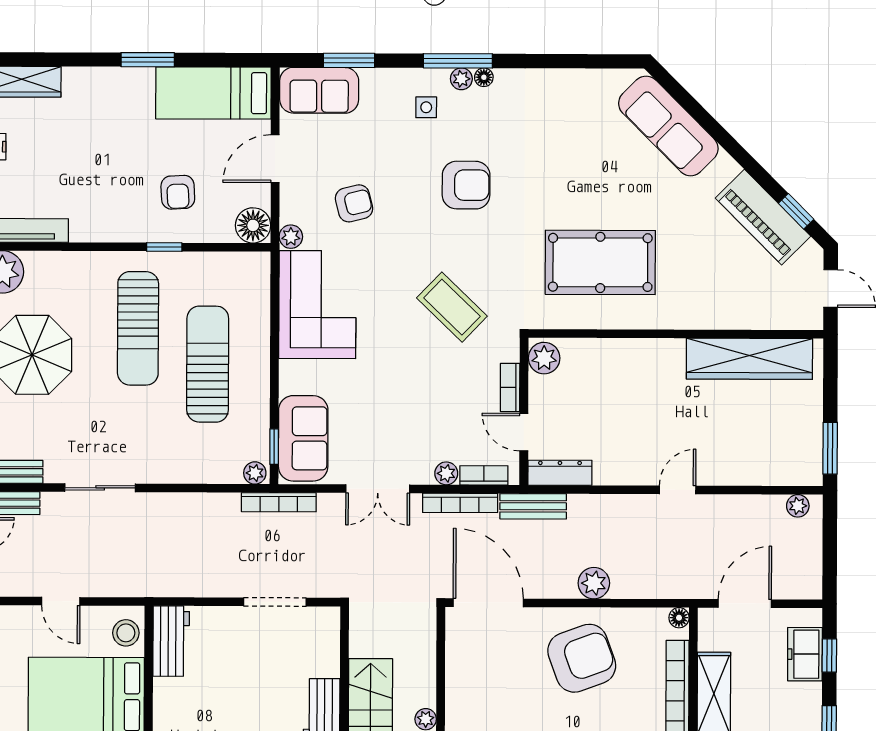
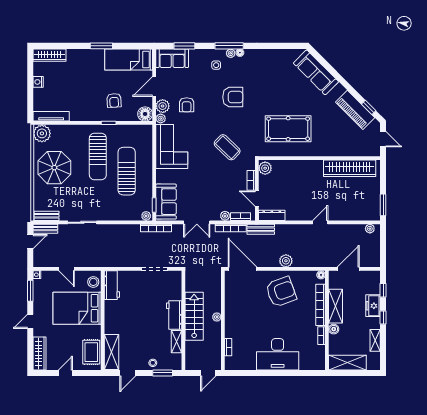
armchair: (354, 203) -> (187, 105), turned 104
plant: (296, 206) -> (163, 106), added
freezer: (805, 654) -> (373, 306), moved

